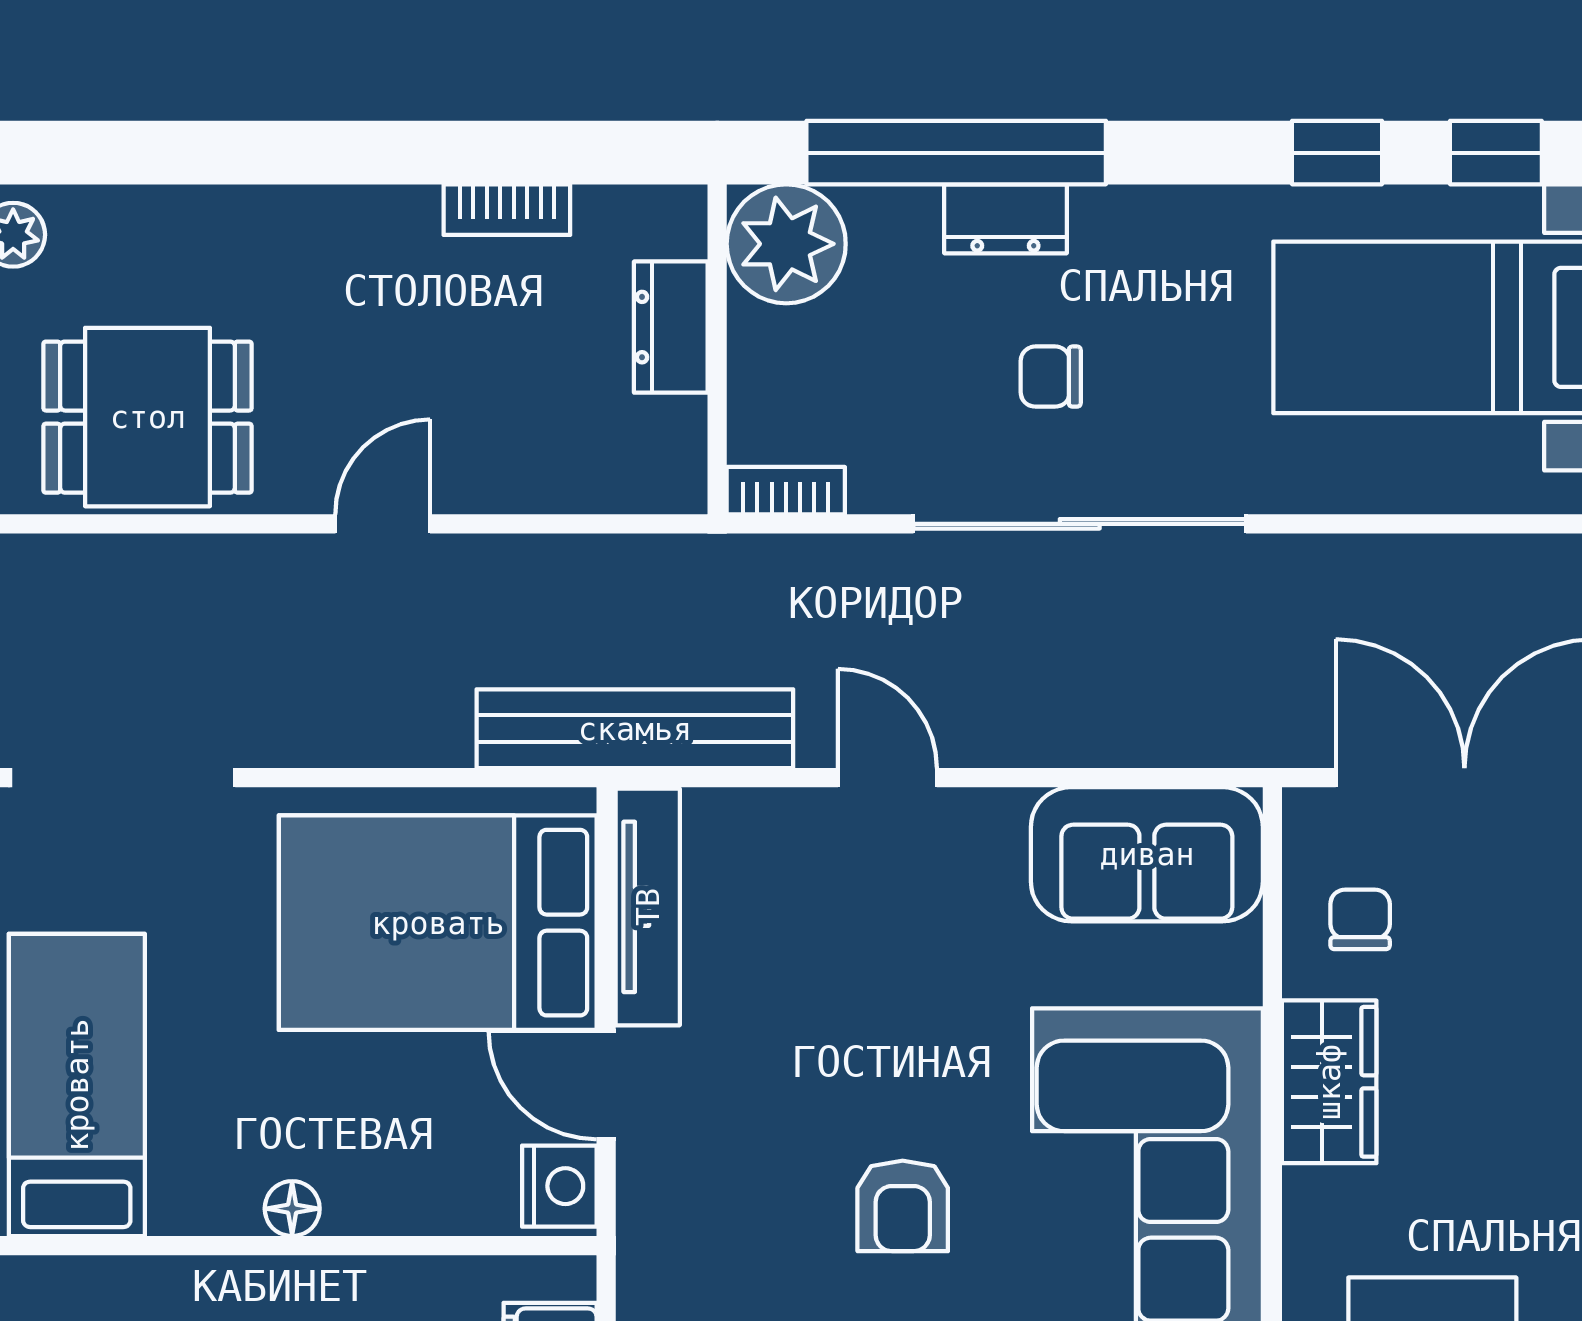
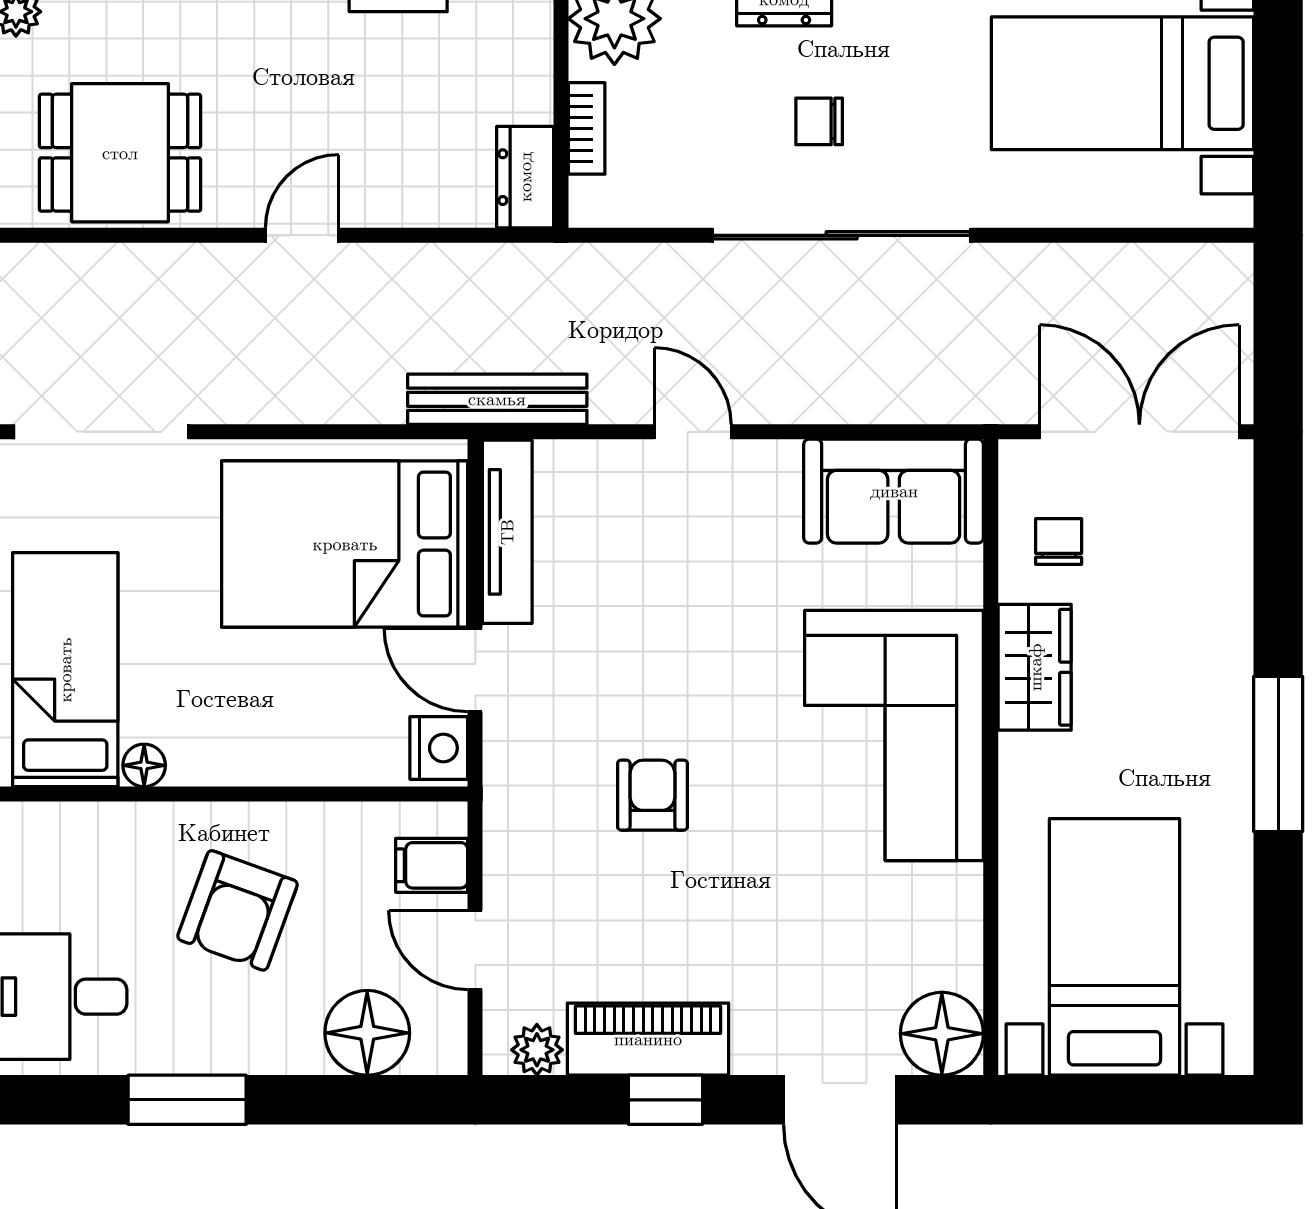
dresser: (671, 327) -> (525, 177), moved
bookcase: (786, 491) -> (587, 128), moved, turned 90
bench: (635, 729) -> (497, 399), width x0.73, depth x0.82
armchair: (903, 1206) -> (653, 795), moved, turned 180
floor lamp: (292, 1209) -> (144, 765), moved

